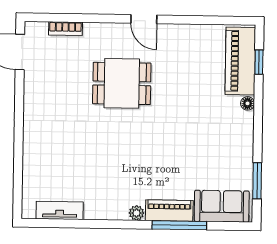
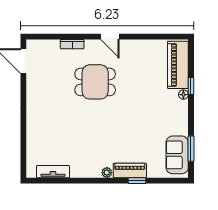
bookcase: (65, 29) -> (72, 44), moved
window: (259, 62) -> (191, 86), moved
sofa: (222, 206) -> (177, 155), moved, turned -90
window: (179, 225) -> (137, 181), width x0.46

